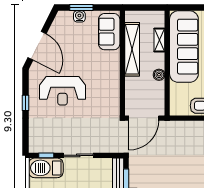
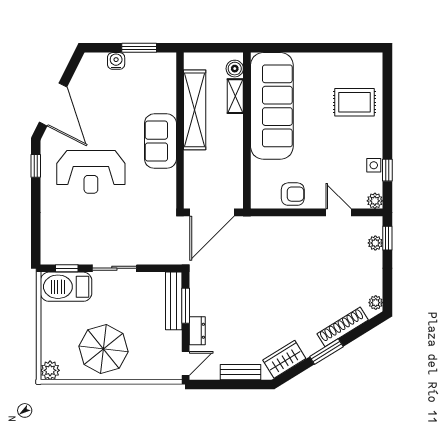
window: (81, 8) -> (139, 48), moved
sofa: (109, 32) -> (160, 141), moved
boiler: (159, 75) -> (235, 69), moved
window: (26, 103) -> (36, 166), moved

